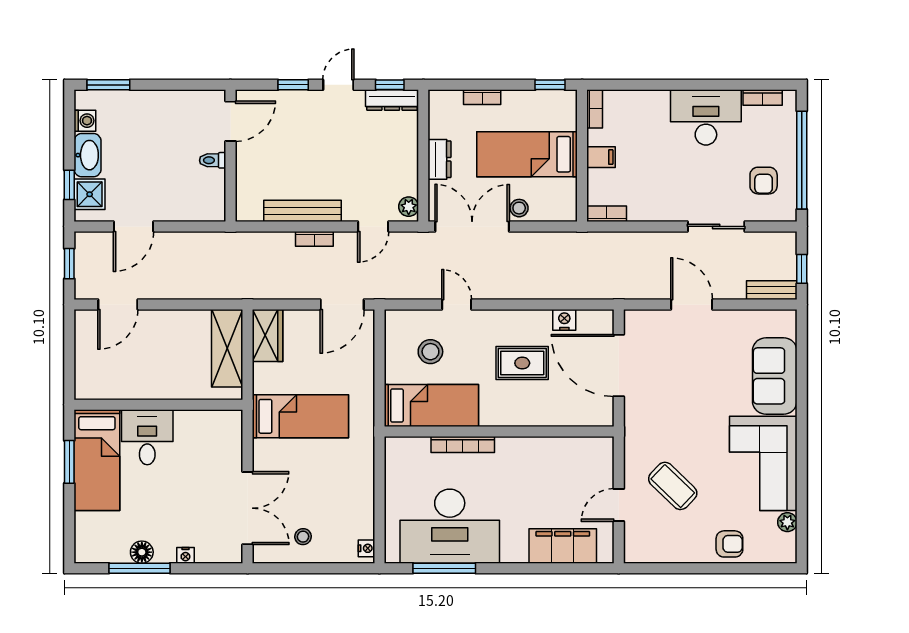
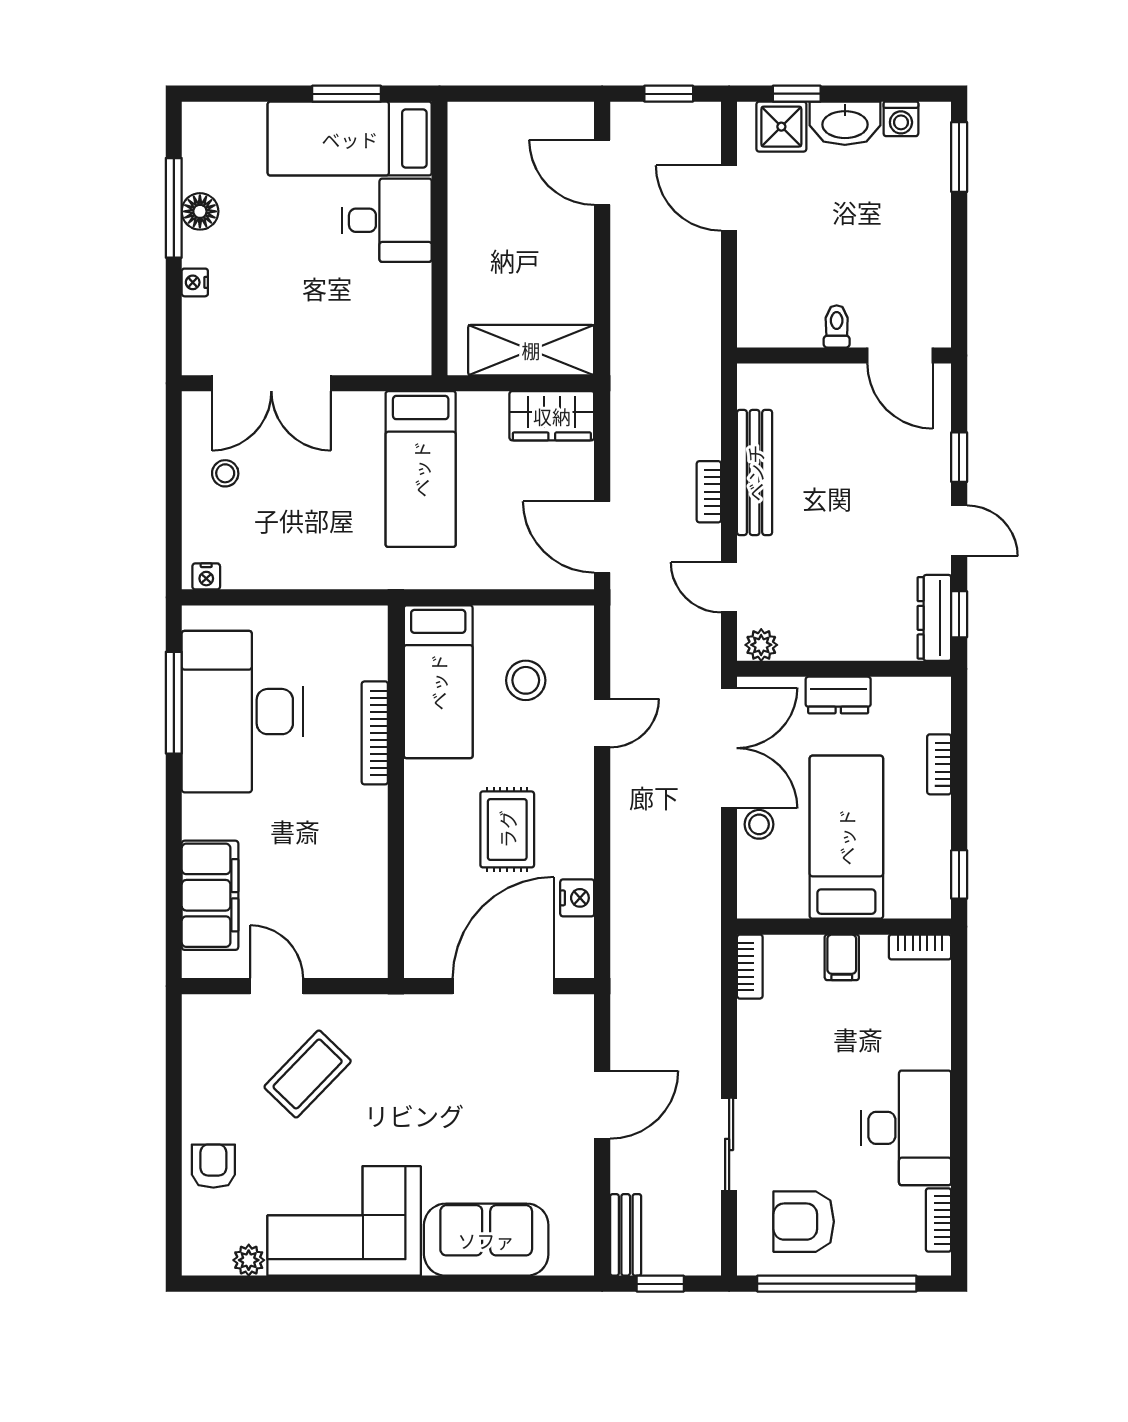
armchair: (764, 181) -> (804, 1222), width x1.38, depth x1.38
armchair: (729, 544) -> (213, 1166), turned 180

